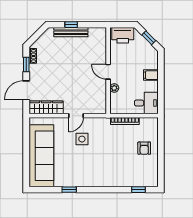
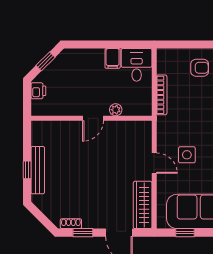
printer: (123, 35) -> (38, 91), width x0.53, depth x0.68
filing cabinet: (151, 75) -> (113, 58), moved
window: (26, 138) -> (185, 233), added

